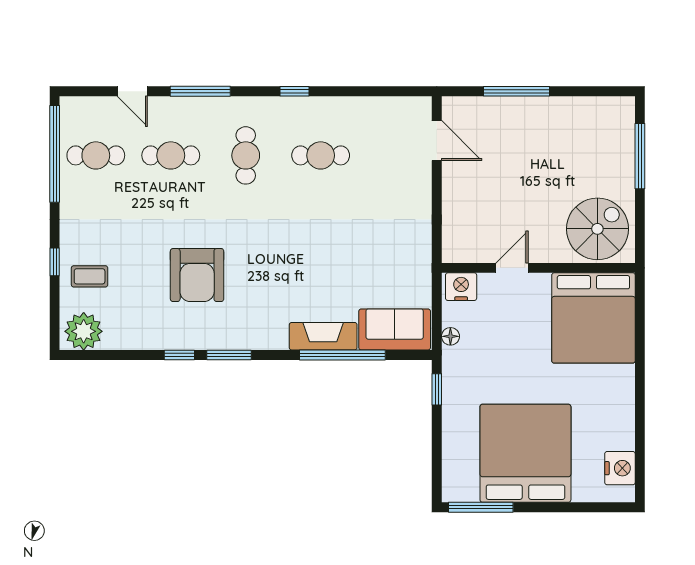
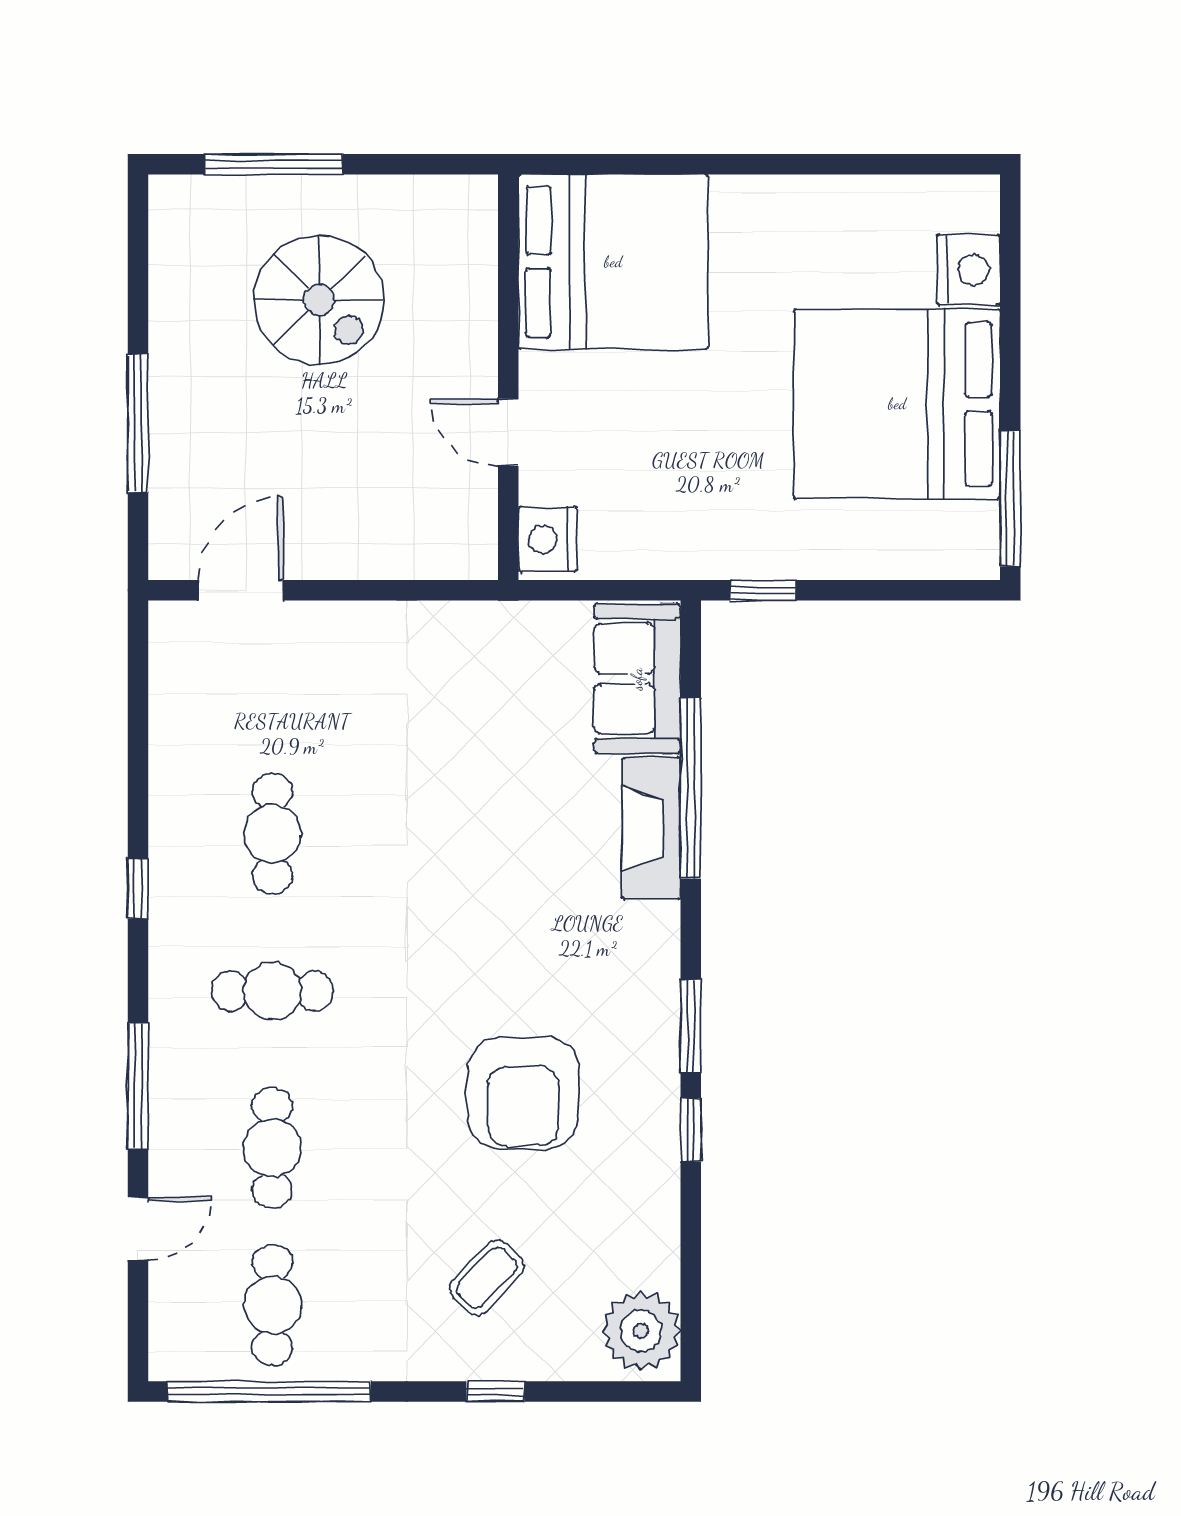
spiral stairs: (597, 229) -> (319, 300), moved, turned 180
armchair: (197, 275) -> (523, 1093), turned 90
coffee table: (90, 276) -> (487, 1278), moved, turned 44
floor lamp: (450, 336) -> (652, 561), removed
nightstand: (620, 468) -> (968, 270), moved, turned 90

